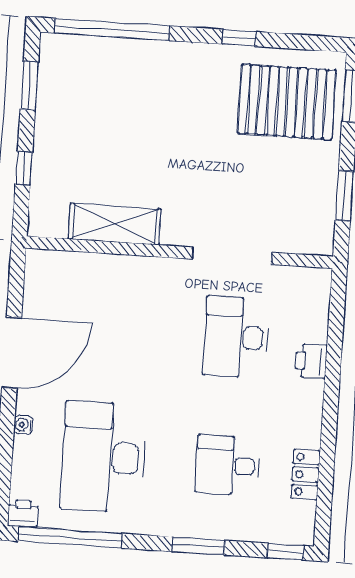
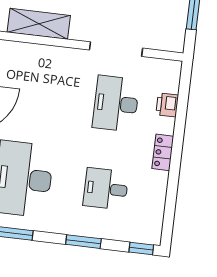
printer: (311, 361) -> (167, 105), moved
locker: (305, 475) -> (163, 152), moved

